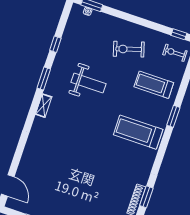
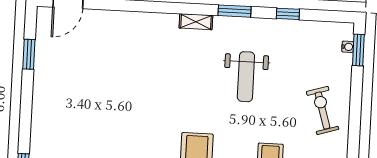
exercise bike: (129, 49) -> (323, 110), moved

